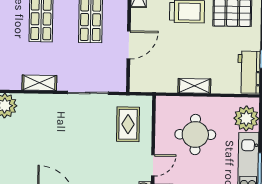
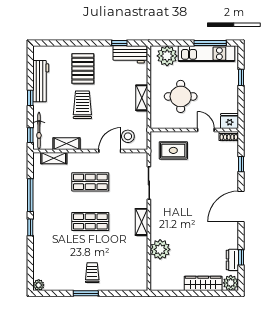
door: (129, 45) -> (110, 151), hinge flipped
stool: (147, 68) -> (128, 136), added

